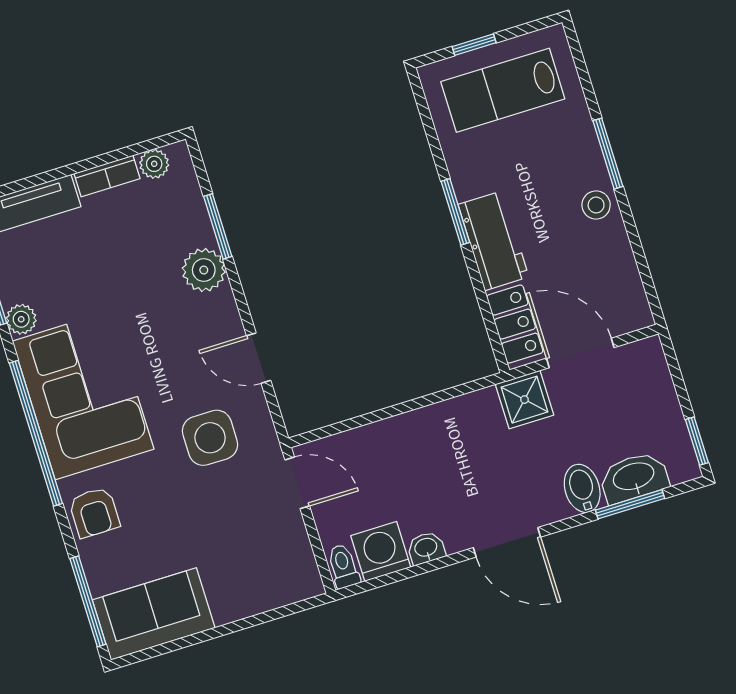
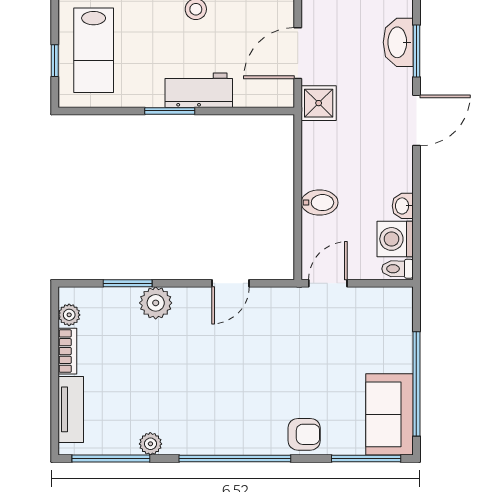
locker: (515, 324) -> (263, 93), removed
corner sofa: (83, 395) -> (218, 416), removed
side table: (210, 438) -> (277, 335), removed
bidet: (582, 488) -> (320, 203), moved, turned 180
door: (507, 542) -> (416, 120), moved
window: (203, 636) -> (416, 384), added

